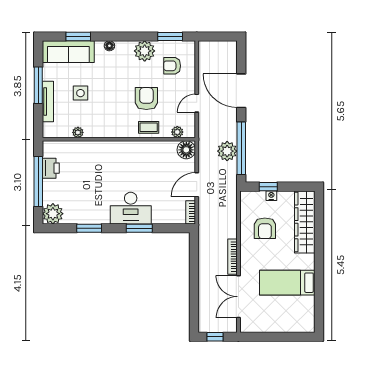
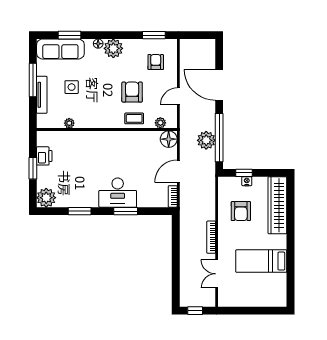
plant: (145, 51) -> (113, 48), moved
armchair: (172, 66) -> (156, 62), turned 90
window: (38, 182) -> (33, 168), width x0.47
double door: (238, 297) -> (217, 274), width x0.73

